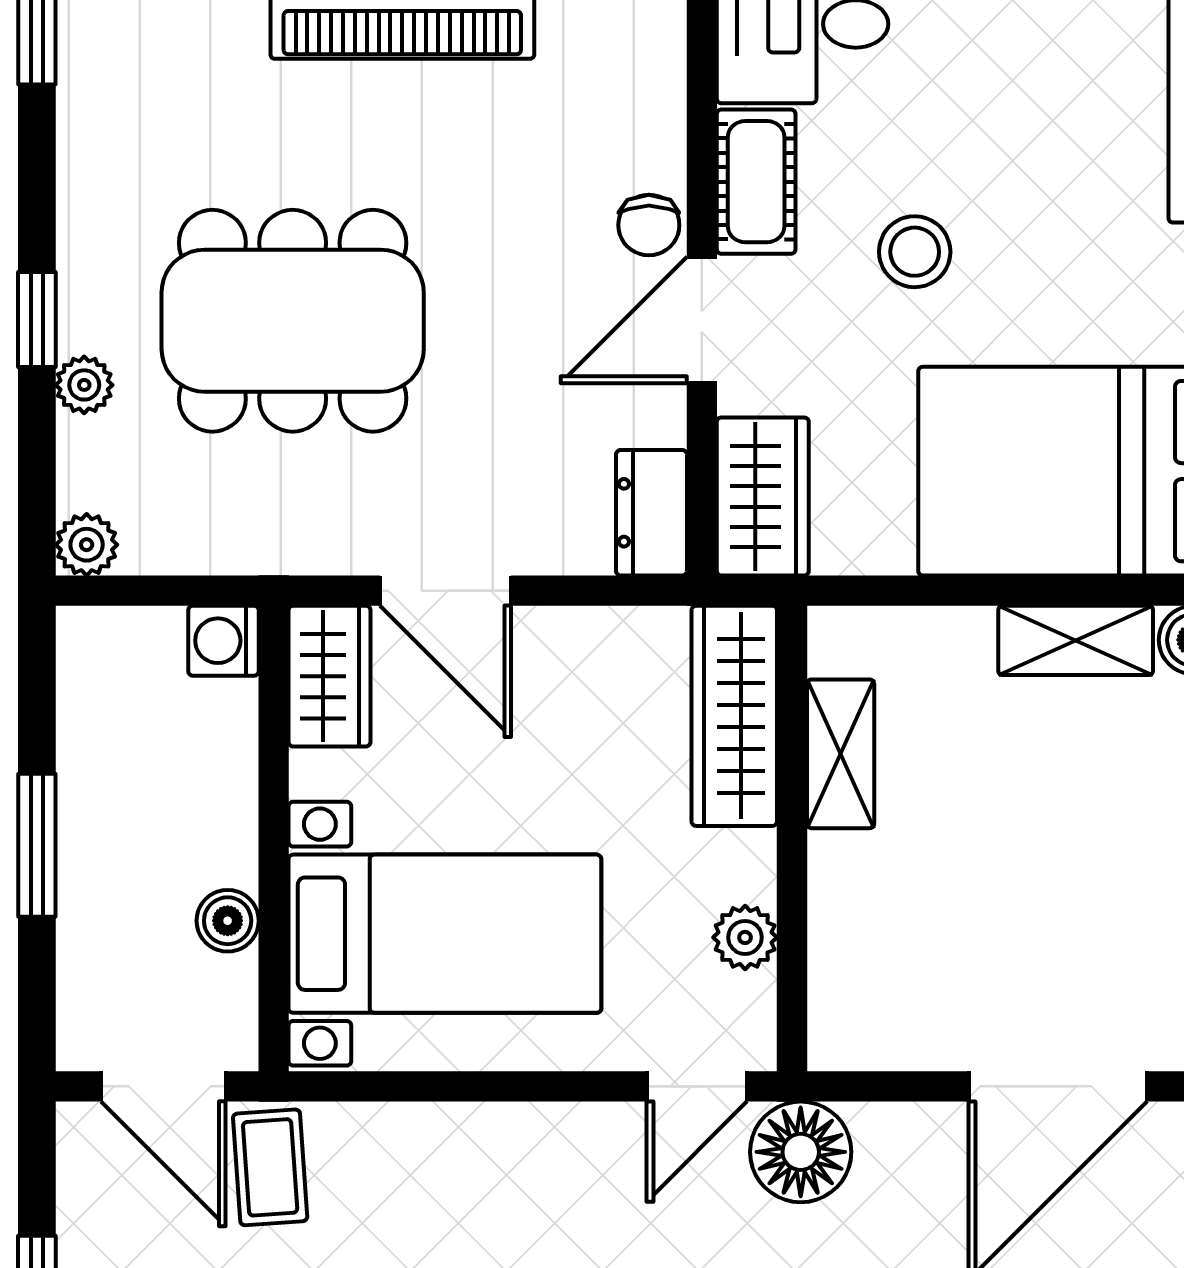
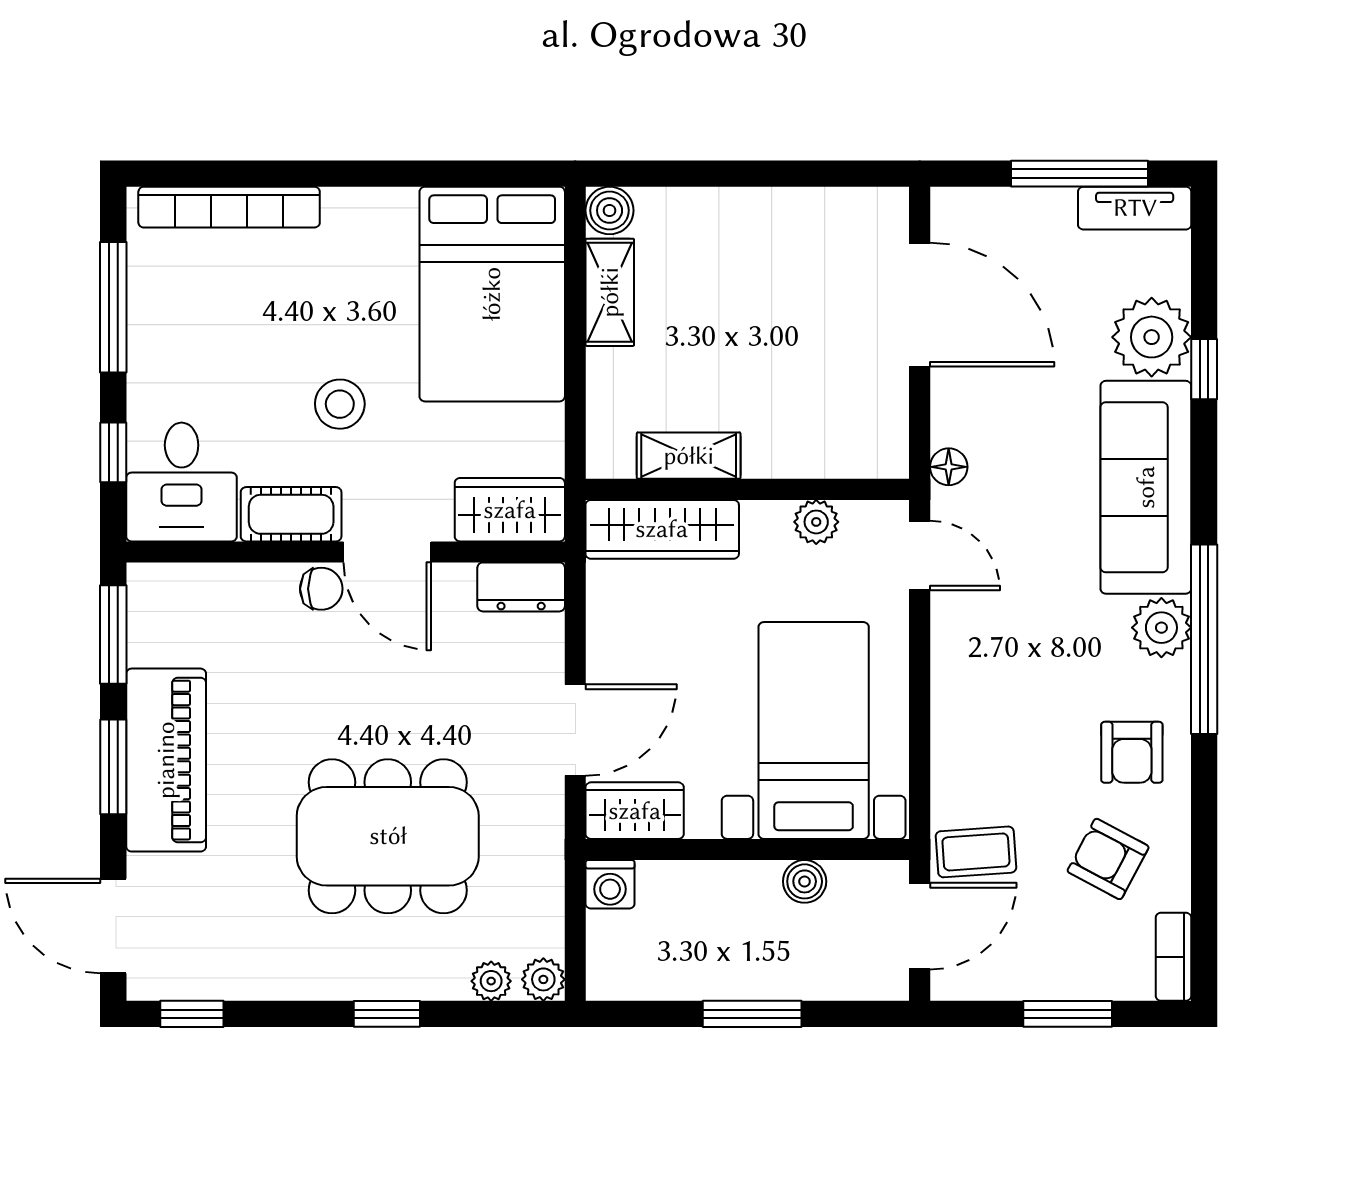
dining table: (293, 321) -> (388, 836), turned 90
plant: (84, 385) -> (491, 981), moved
floor lamp: (801, 1152) -> (949, 467), width x0.53, depth x0.53

